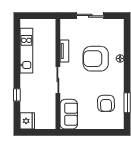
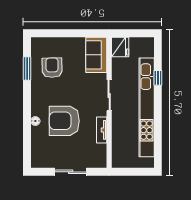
kitchen unit: (26, 51) -> (147, 107), width x1.86
armchair: (96, 59) -> (64, 121), turned 180
fridge: (27, 121) -> (120, 47), moved, turned 180

